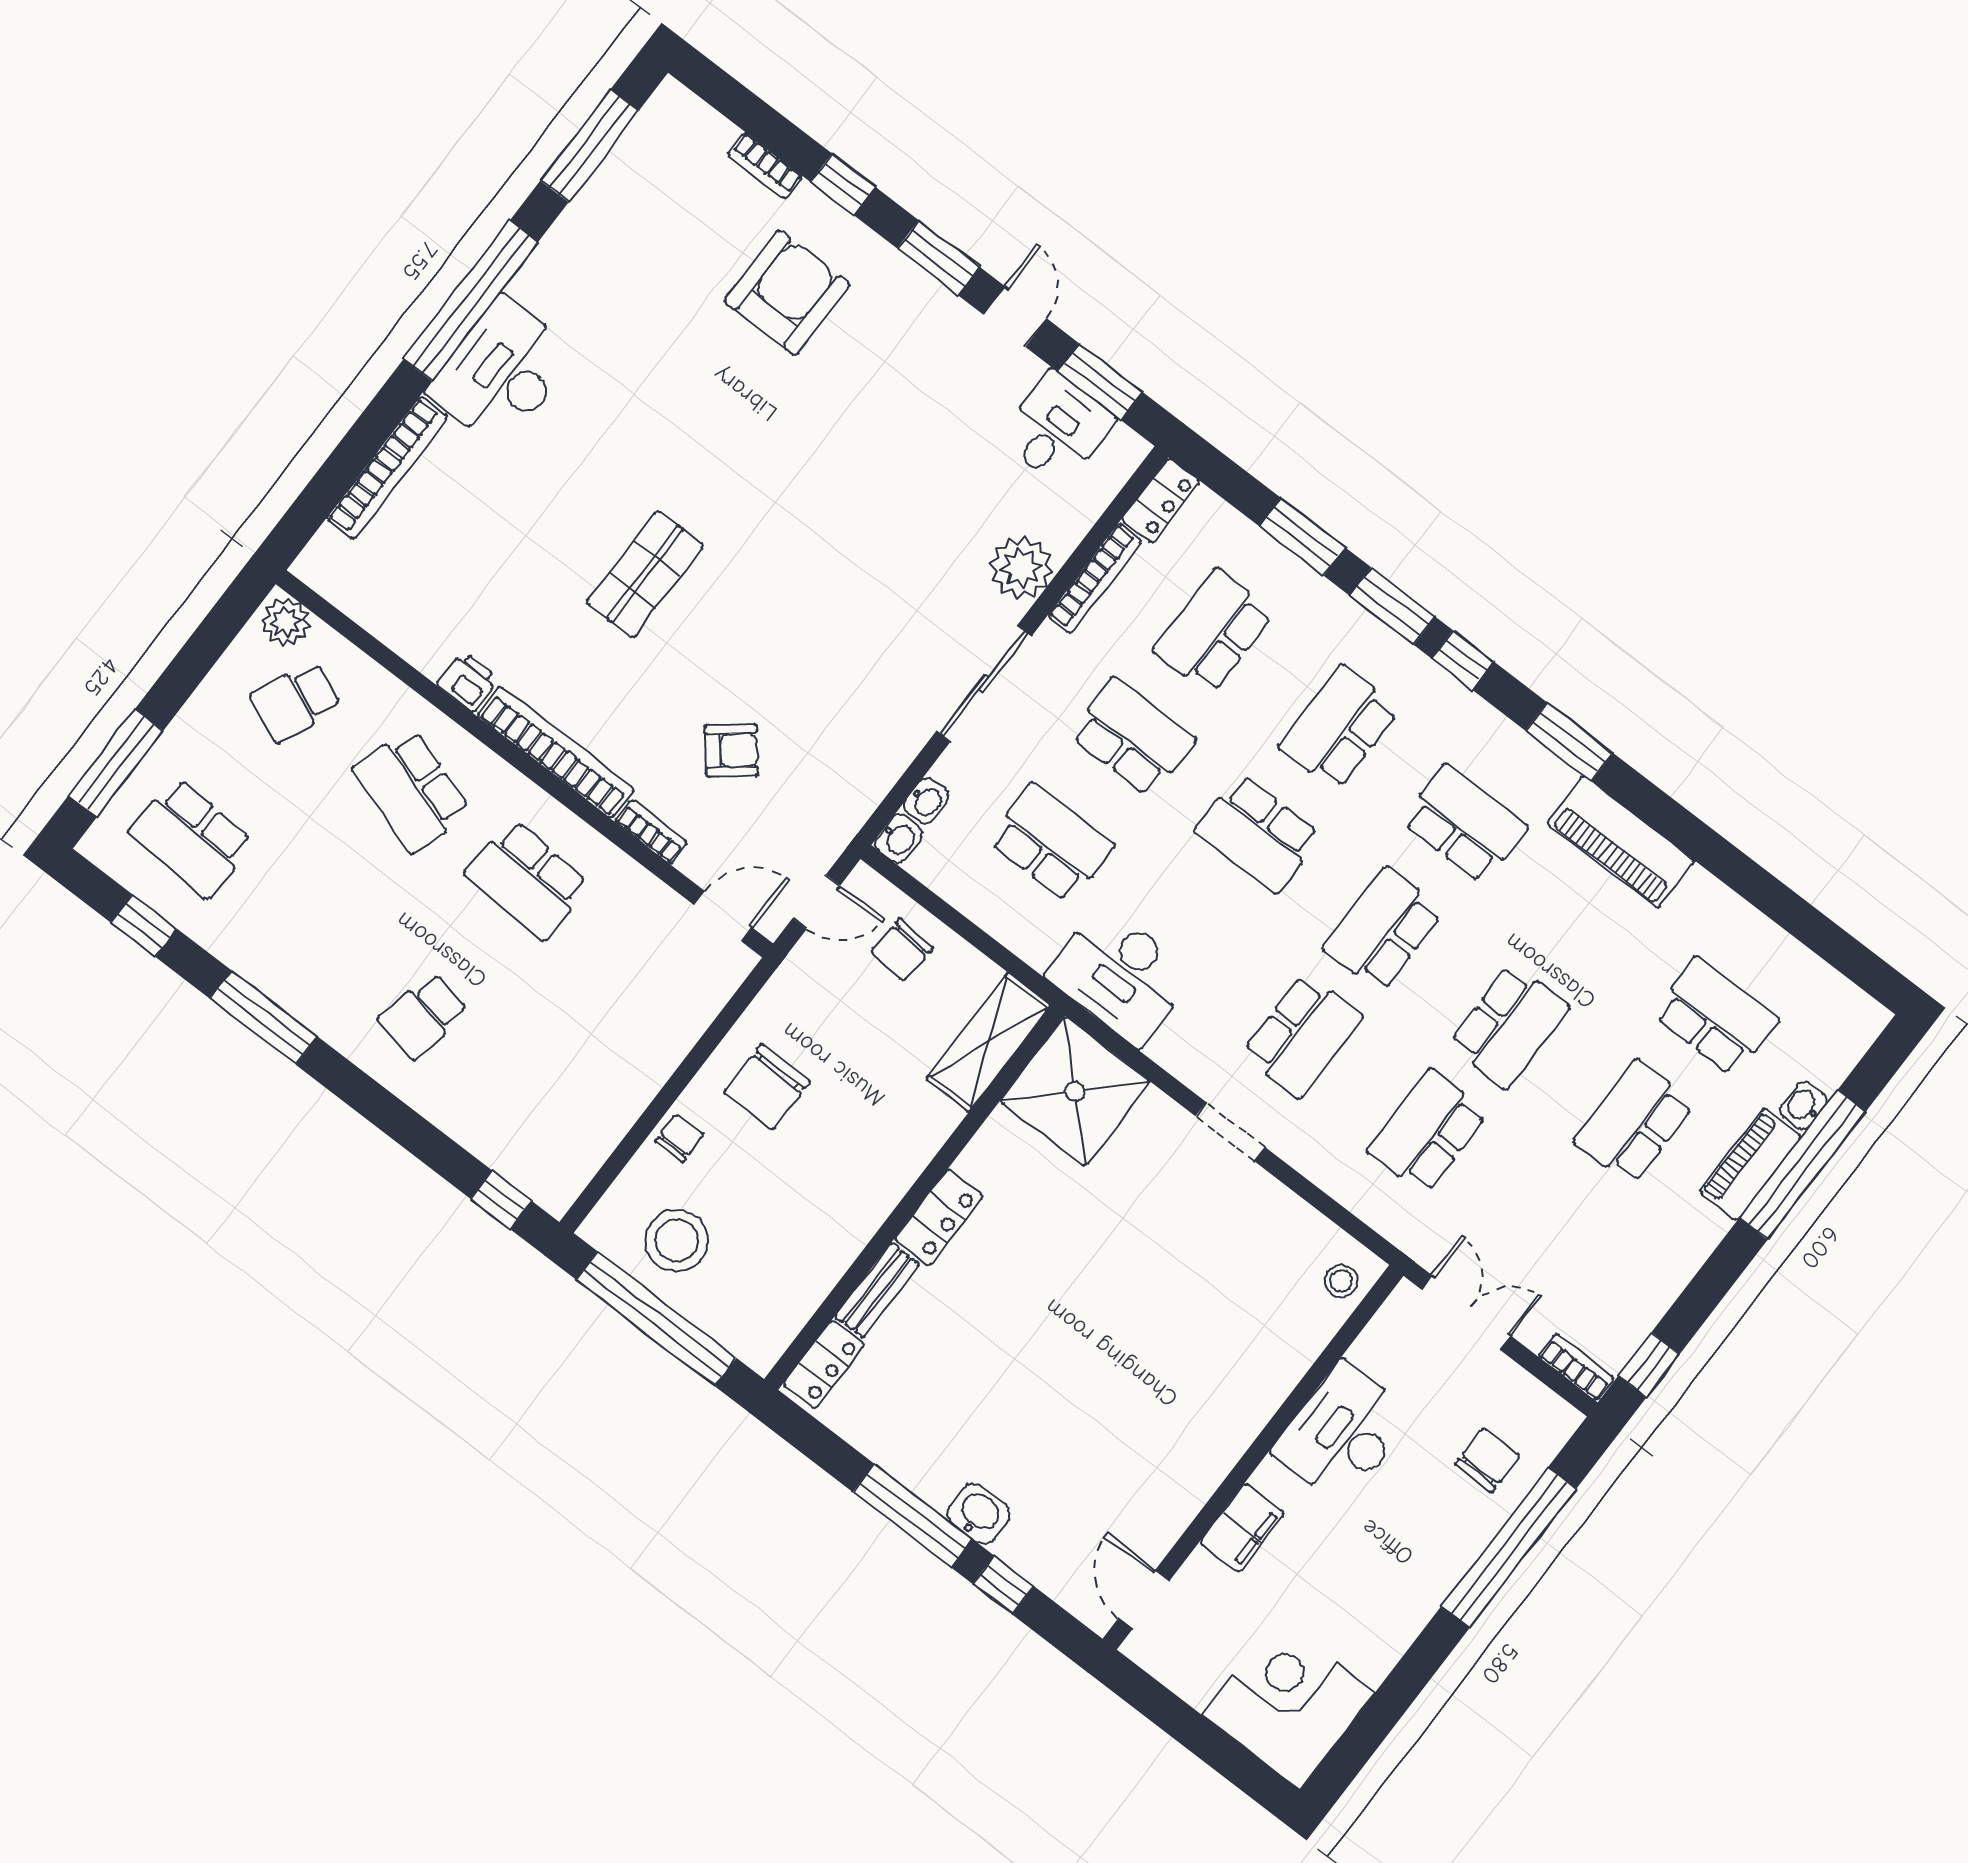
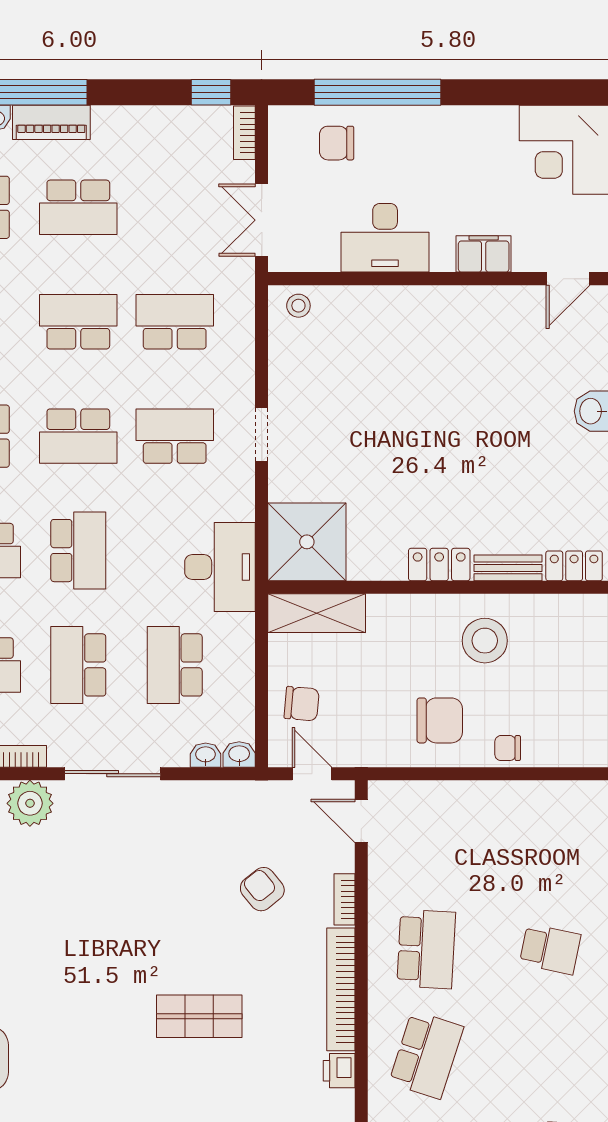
school desk: (1428, 1132) -> (175, 322), turned 180
stool: (677, 1240) -> (485, 641), moved

